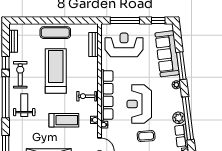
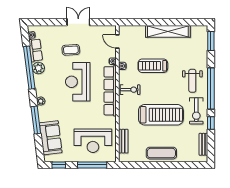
sofa: (167, 54) -> (51, 138), width x0.73
treadmill: (56, 71) -> (161, 115), turned -90
reception desk: (139, 104) -> (78, 82), turned 180

